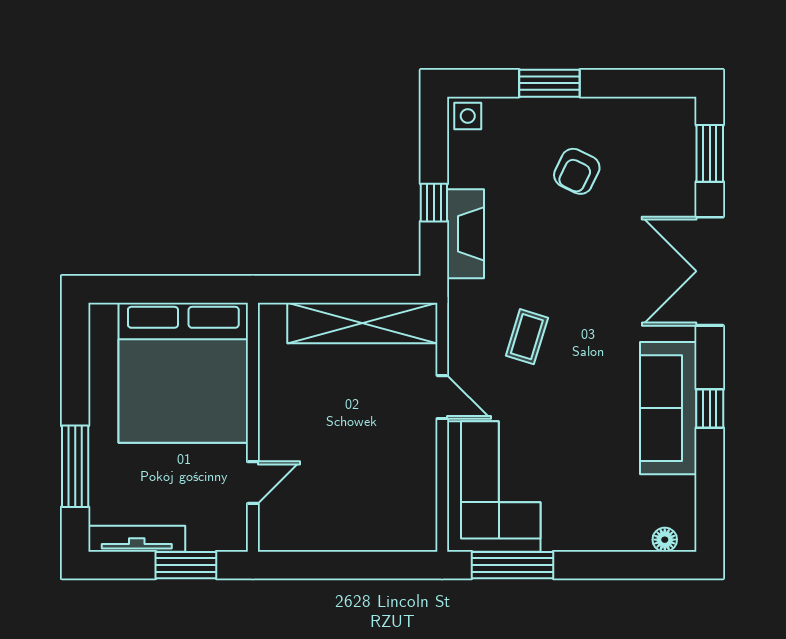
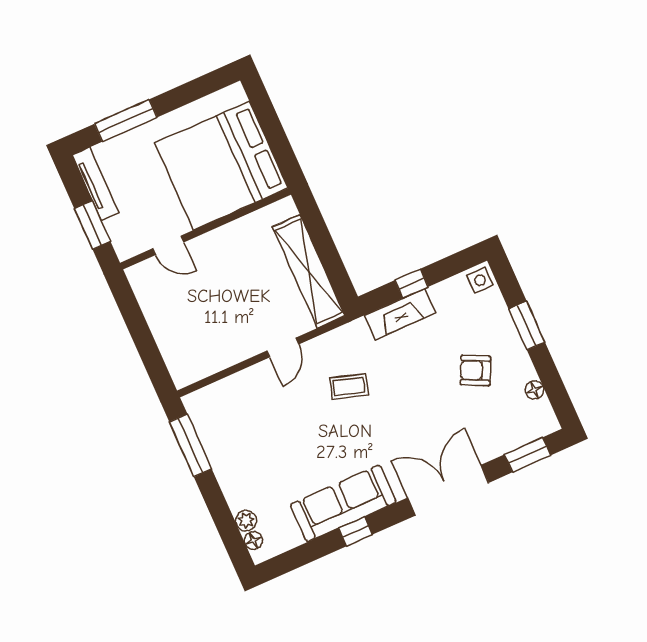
floor lamp: (633, 109) -> (535, 390), added
corner sofa: (494, 486) -> (238, 409), removed
plant: (636, 538) -> (246, 521), added

